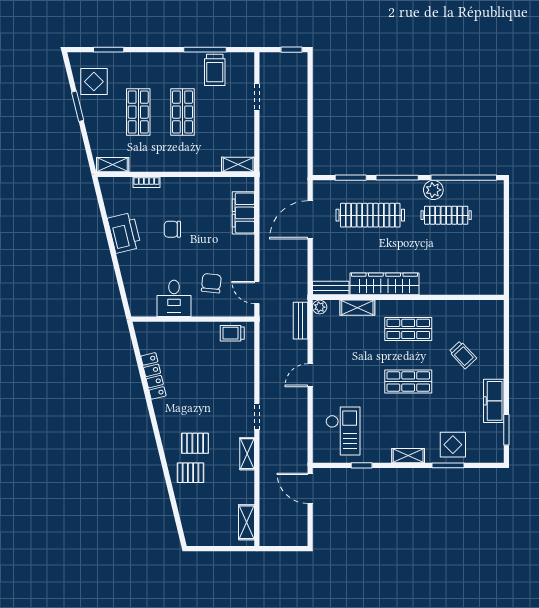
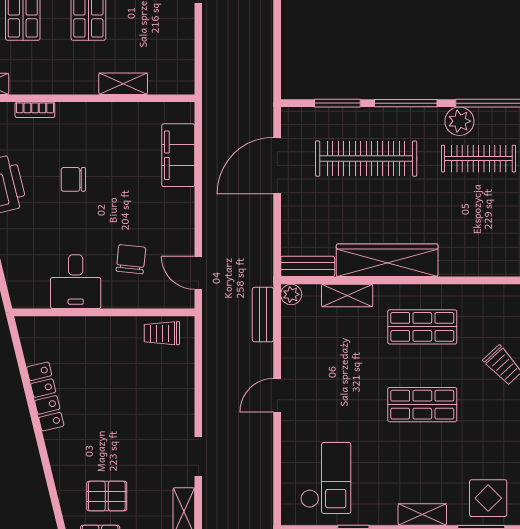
shelving: (238, 165) -> (123, 84), moved

